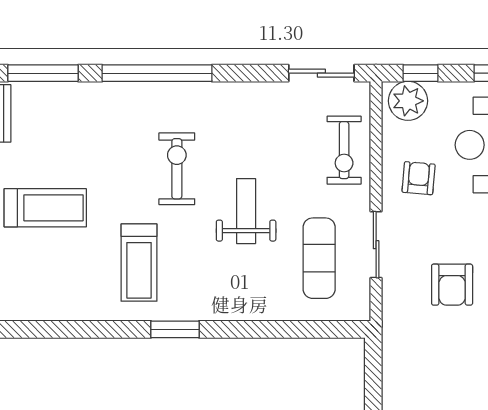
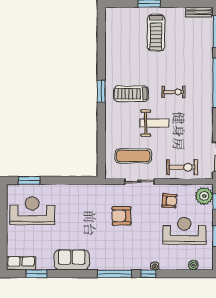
exercise bike: (344, 150) -> (182, 167), turned 180
exercise bike: (177, 169) -> (174, 92), width x0.73, depth x0.72
treadmill: (139, 263) -> (131, 94), moved

